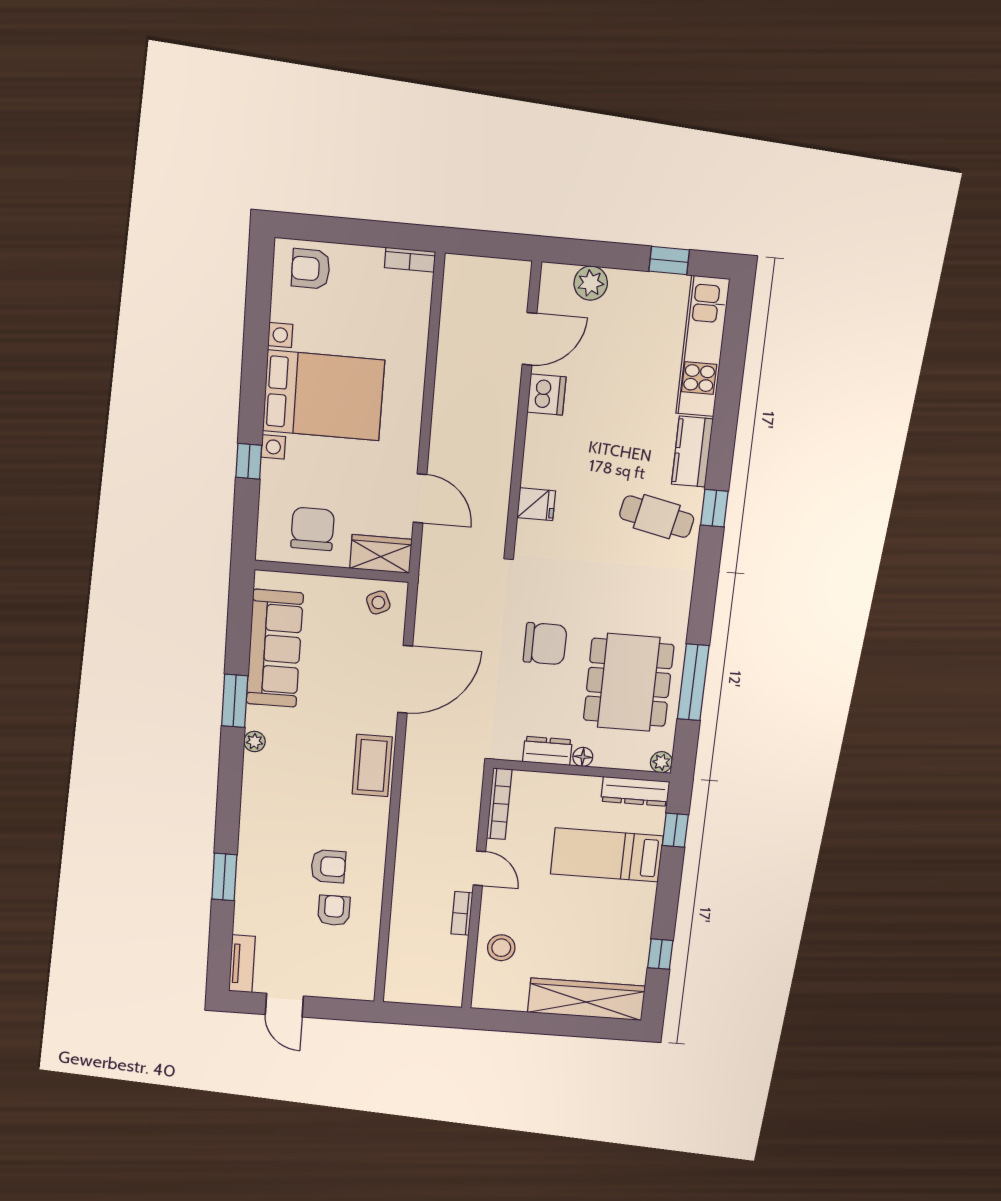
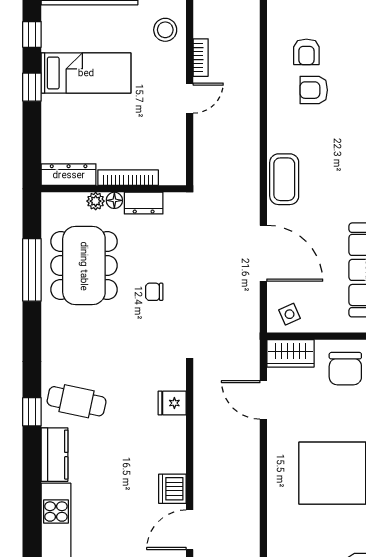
chair: (545, 644) -> (154, 292), width x0.54, depth x0.54
door: (405, 679) -> (263, 253), swing flipped
plant: (661, 762) -> (96, 201), moved
bookcase: (499, 804) -> (128, 178), moved, turned 90
window: (675, 830) -> (32, 87), moved
bed: (607, 855) -> (86, 73), moved
door: (479, 868) -> (190, 98), swing flipped

